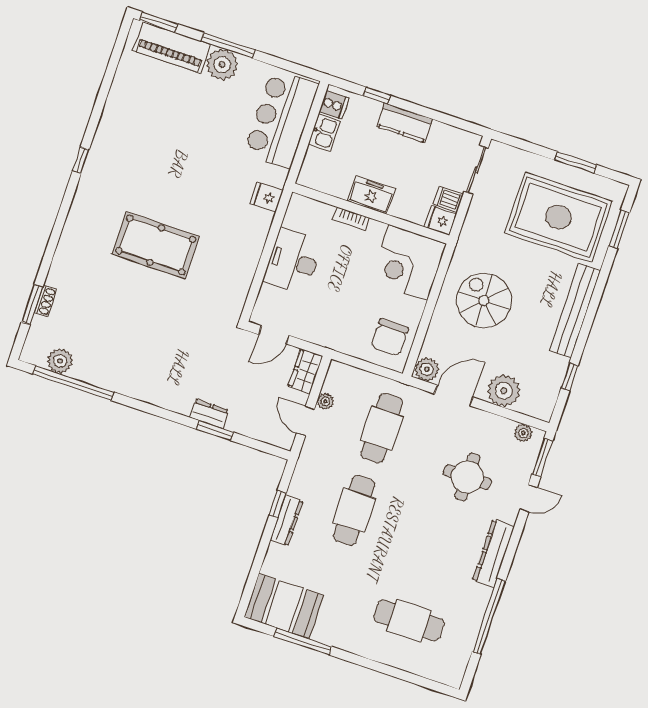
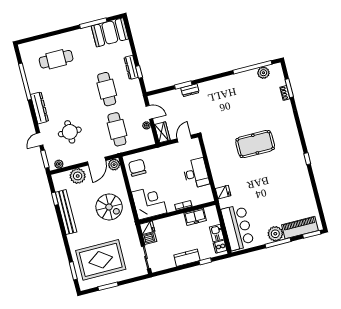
freezer: (371, 195) -> (195, 217), moved
bench: (575, 311) -> (66, 212), moved

